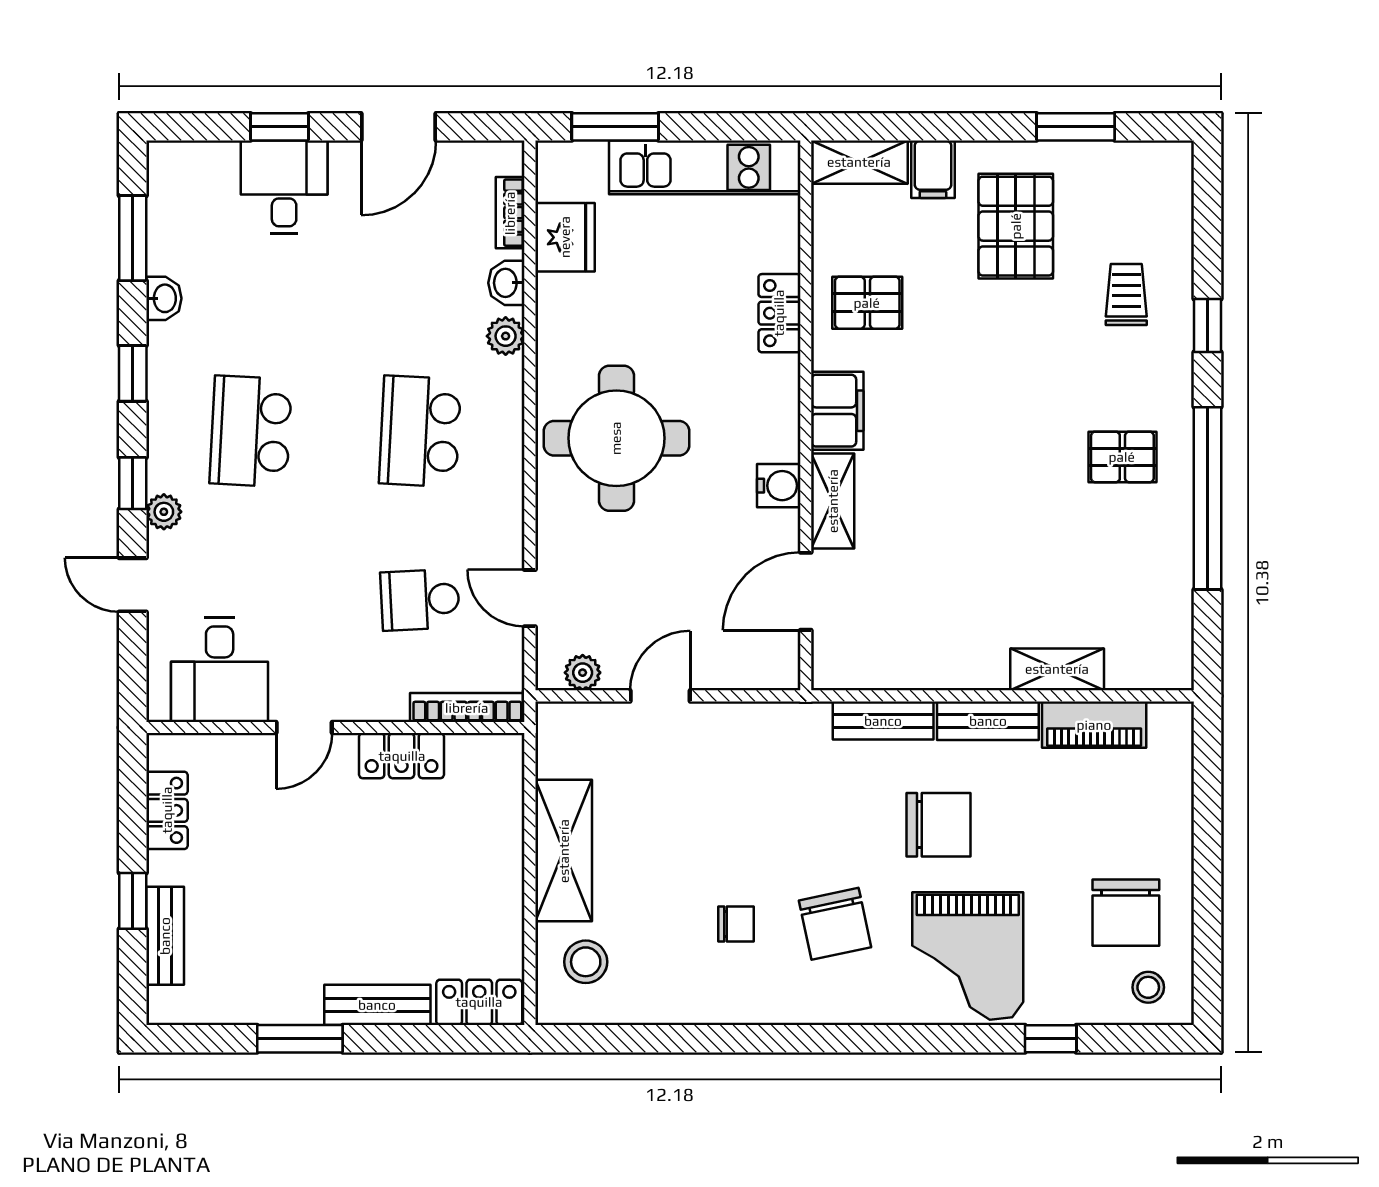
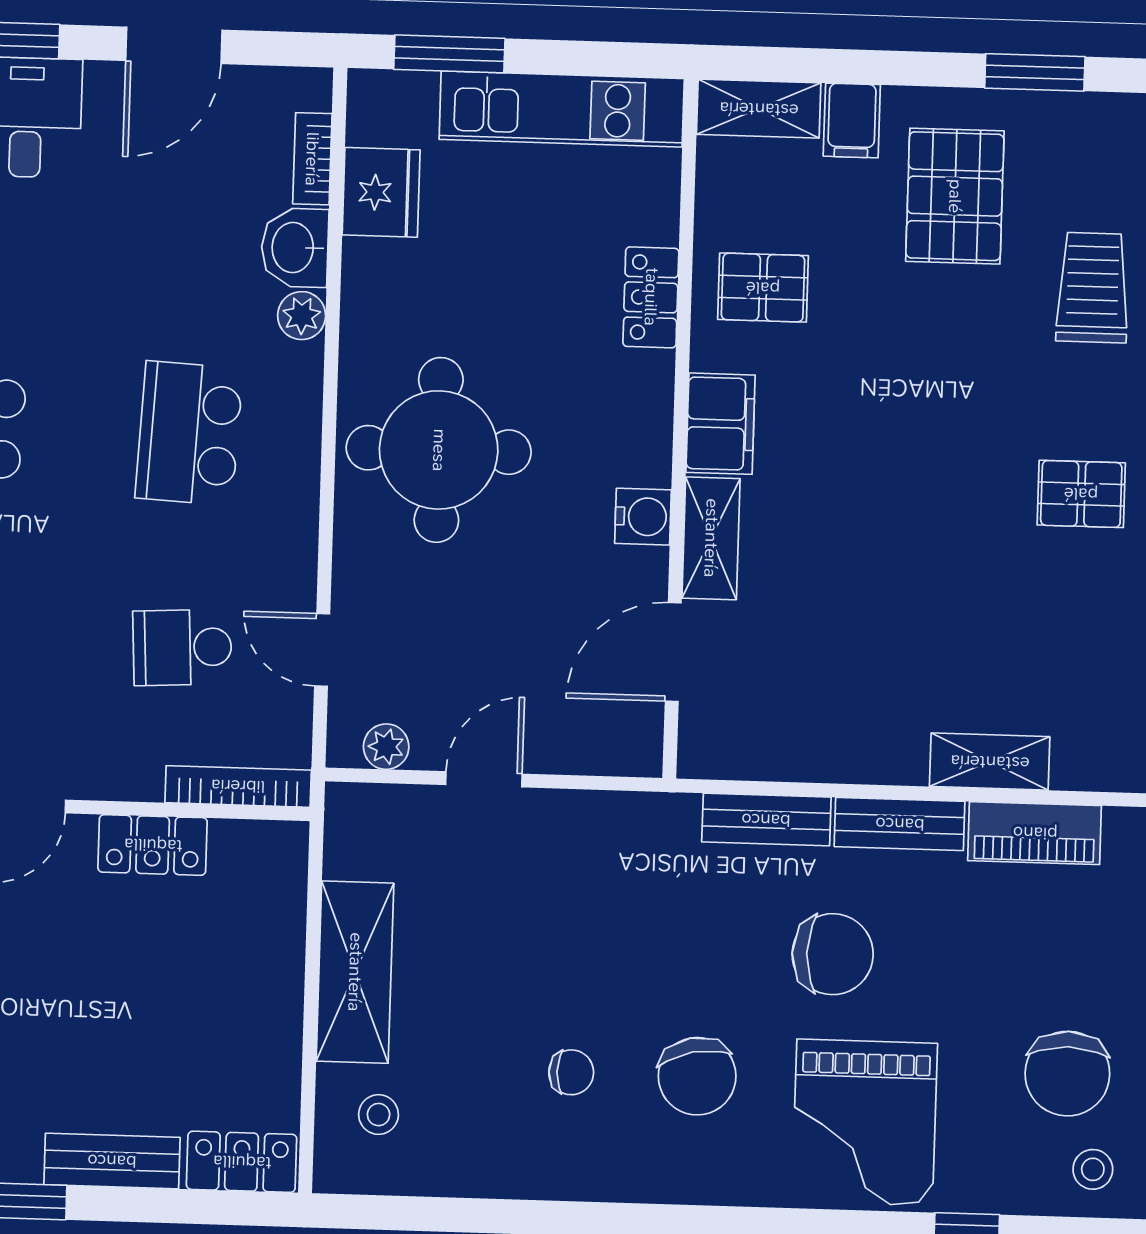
washbasin: (506, 283) -> (295, 248), width x1.38, depth x1.45
trolley: (1126, 295) -> (1093, 288), width x1.36, depth x1.39
stool: (586, 962) -> (379, 1115), width x0.73, depth x0.73

